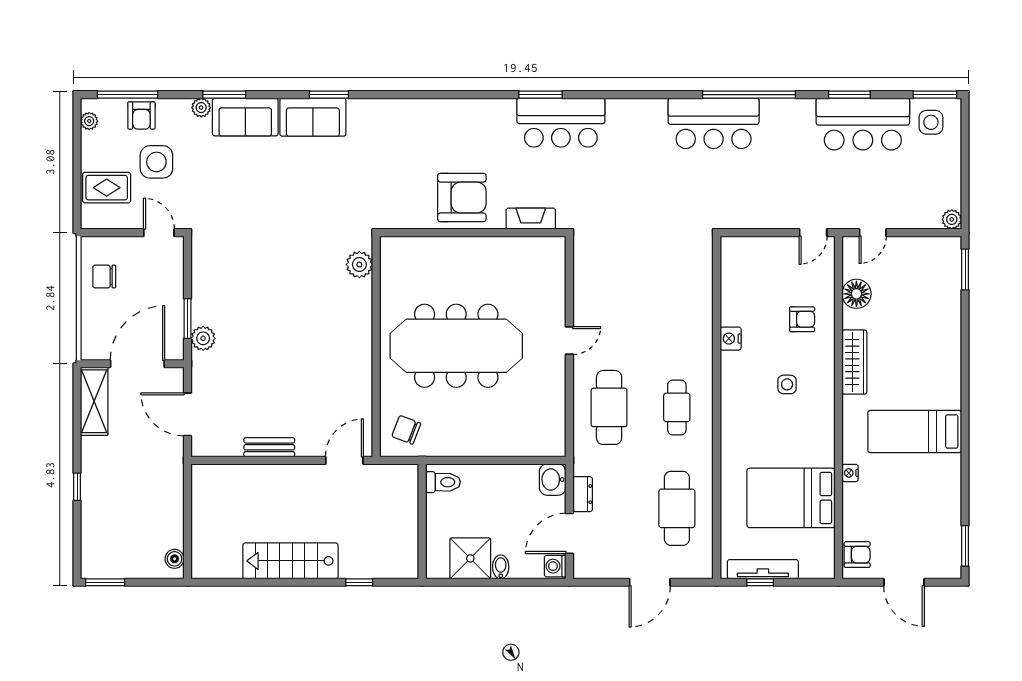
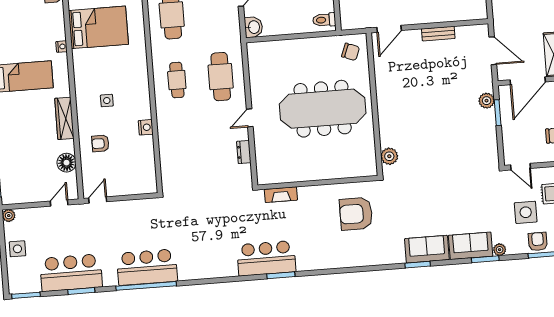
side table: (931, 122) -> (17, 249), moved
bar counter: (714, 123) -> (147, 267), moved
armchair: (462, 198) -> (356, 214), moved
dresser: (583, 494) -> (244, 152), moved

